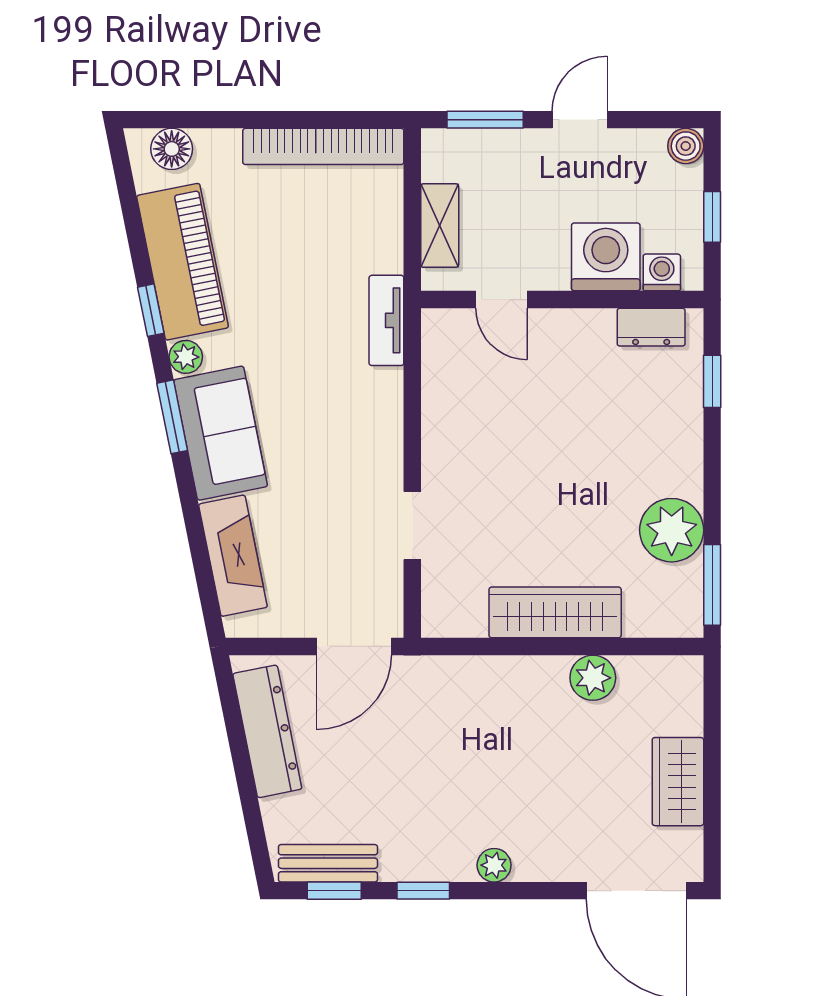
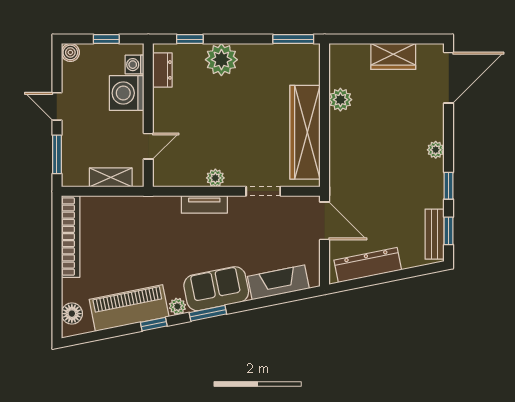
tv unit: (386, 320) -> (204, 204), moved
plant: (439, 431) -> (215, 178), added
plant: (672, 530) -> (221, 60), moved
wardrobe: (555, 612) -> (305, 132), width x1.40, depth x1.17

